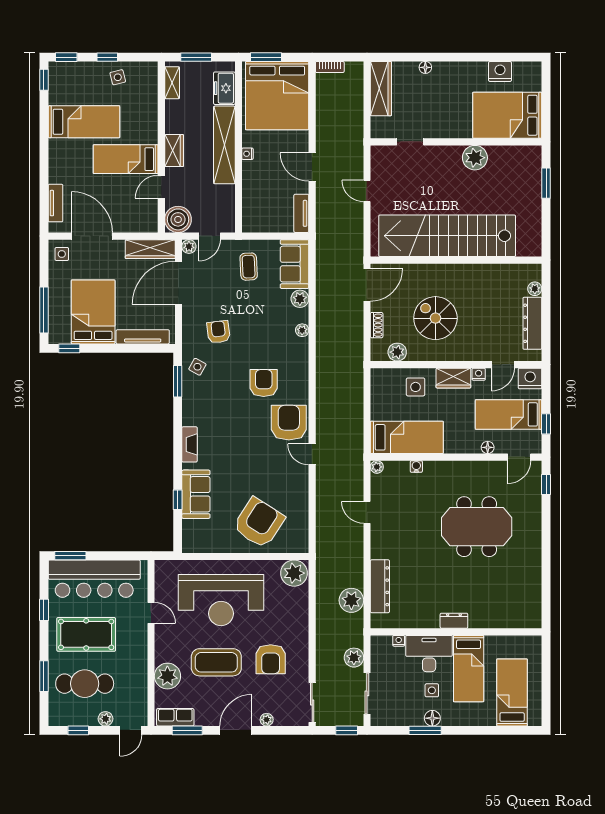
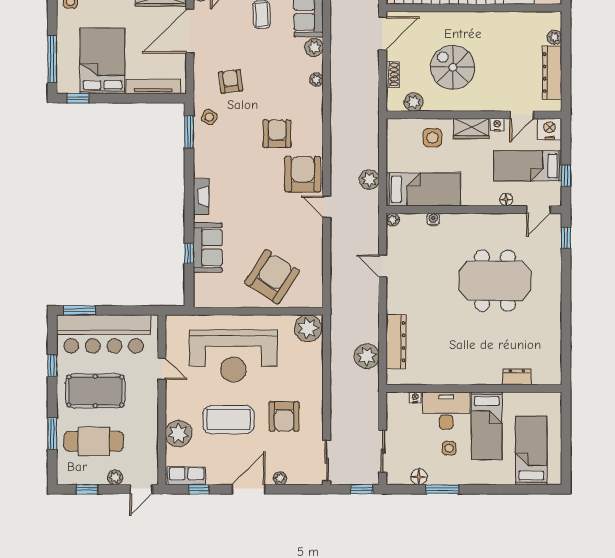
dresser: (454, 621) -> (517, 377), moved
plant: (354, 658) -> (369, 180), moved
floor lamp: (432, 718) -> (419, 477), moved
window: (187, 730) -> (199, 489), width x0.67

